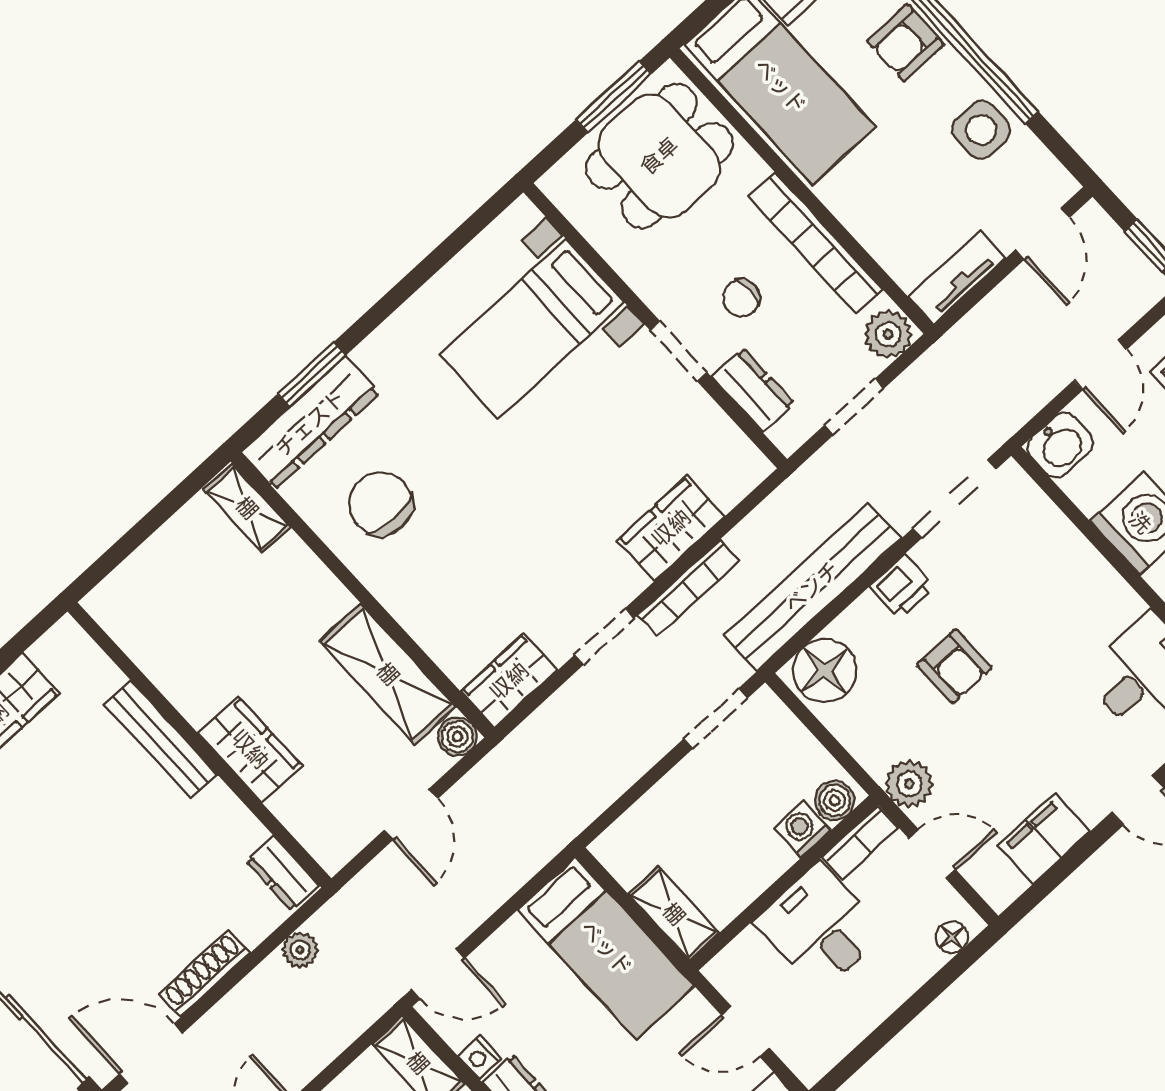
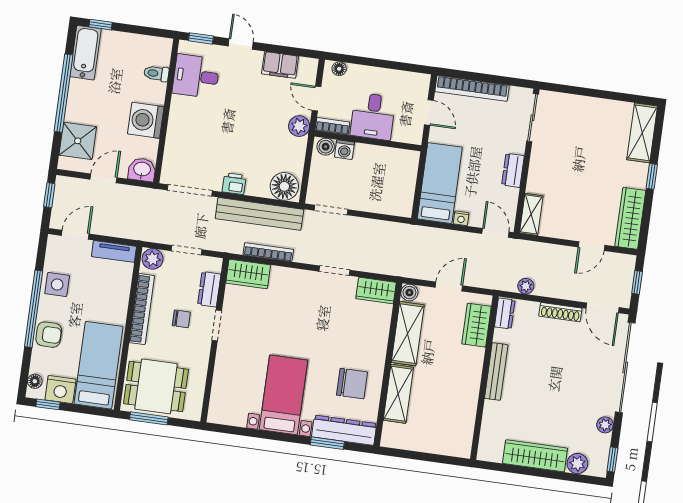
bed with nightstands: (532, 329) -> (283, 395), moved, turned -90
chair: (381, 504) -> (352, 384), turned -90
shelving: (247, 508) -> (398, 394), moved, width x1.50, depth x1.33
wardrobe: (671, 528) -> (248, 274), moved
bookcase: (688, 588) -> (268, 252), moved
armchair: (954, 666) -> (247, 144), removed
bench: (161, 740) -> (496, 372), moved
wardrobe: (250, 749) -> (477, 325), moved
shelving: (674, 914) -> (409, 170), removed
nightstand: (480, 1057) -> (461, 218), moved, turned 90

